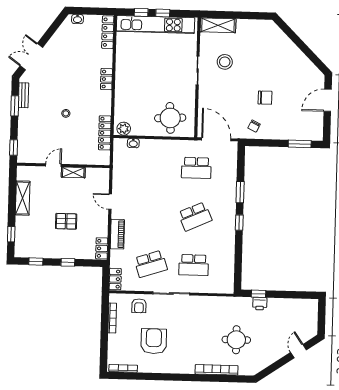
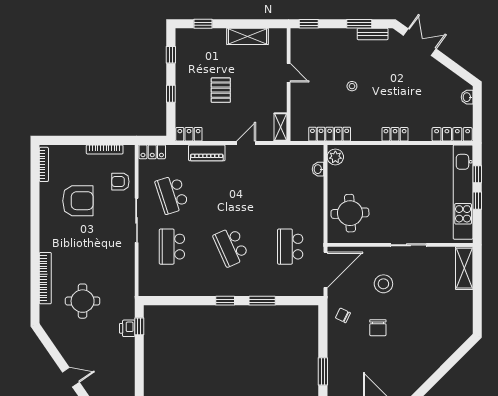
stool: (225, 62) -> (383, 284), moved
shelving: (73, 172) -> (280, 127), moved

